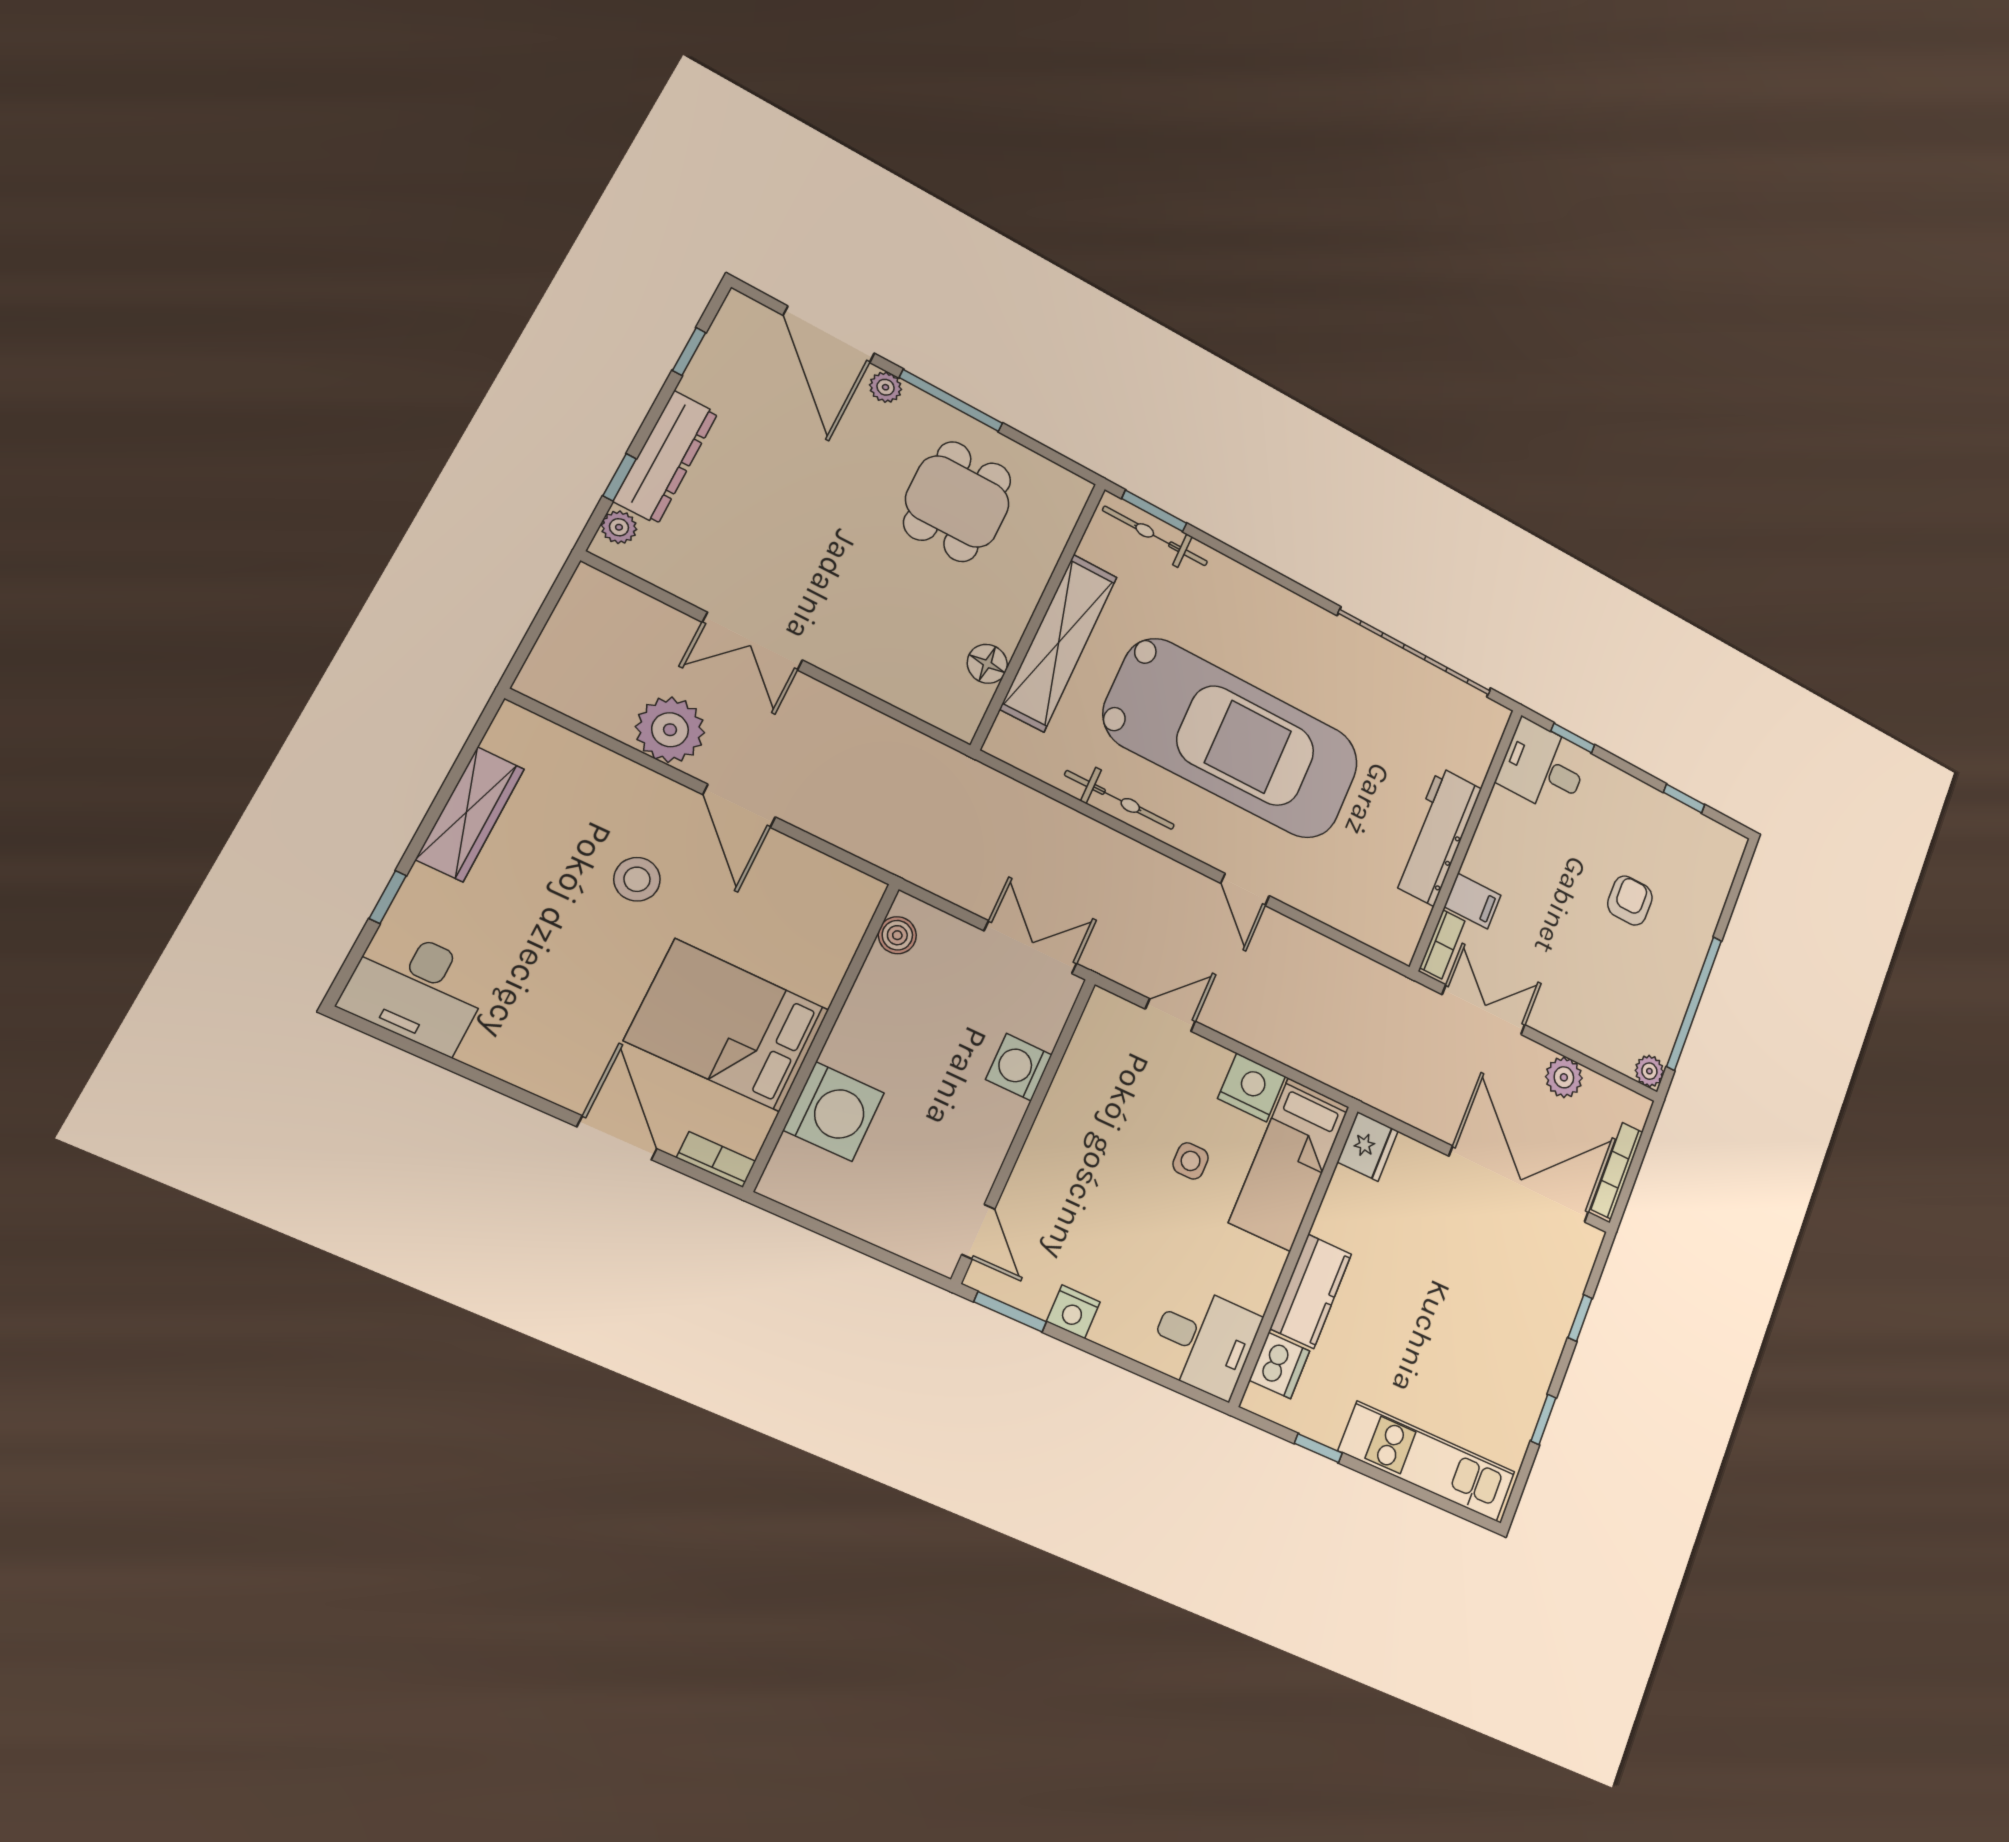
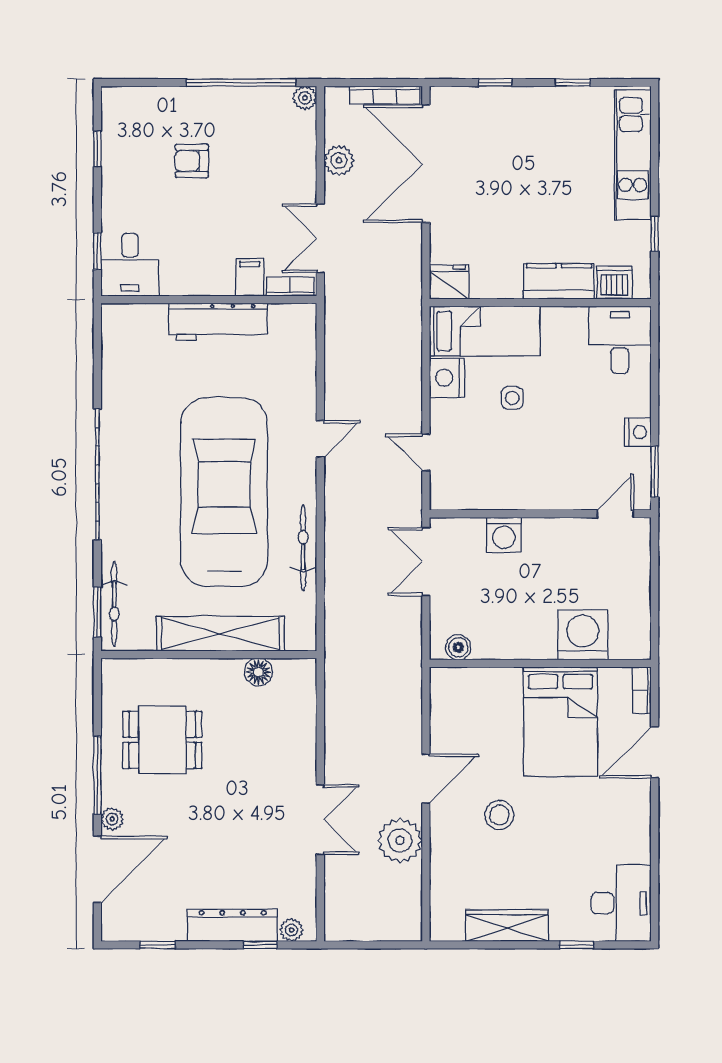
garage door: (1415, 652) -> (97, 474), moved

